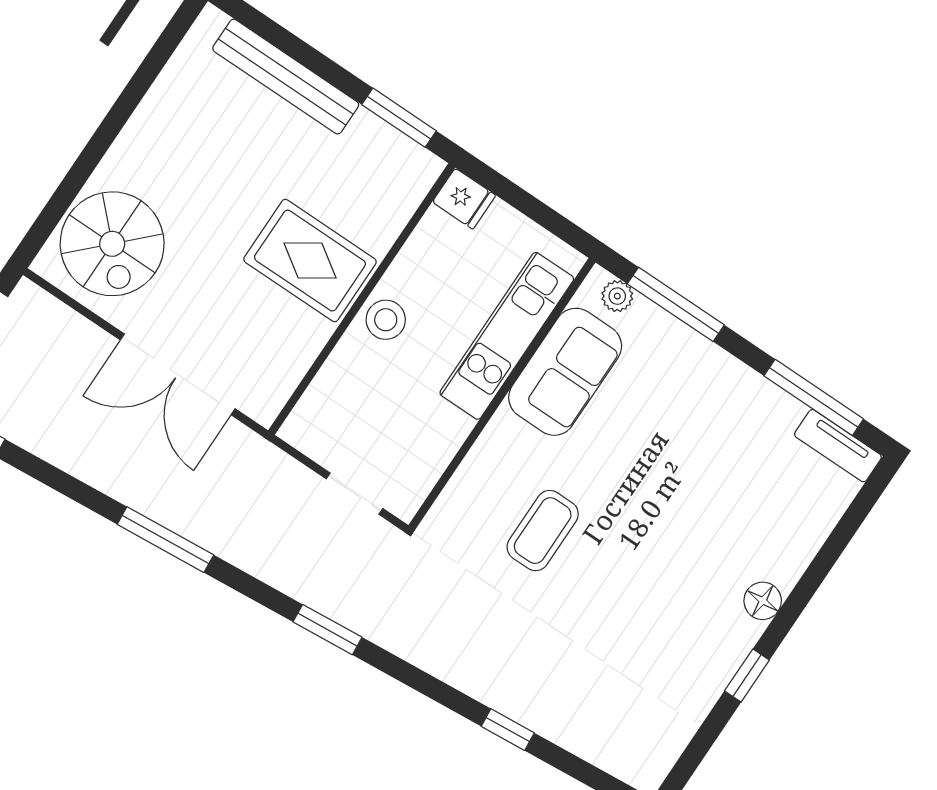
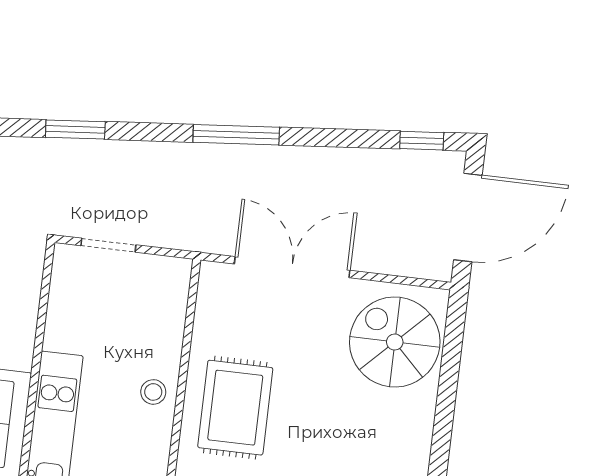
rug: (310, 261) -> (235, 408), turned 90
stool: (386, 320) -> (153, 392), width x0.73, depth x0.73

